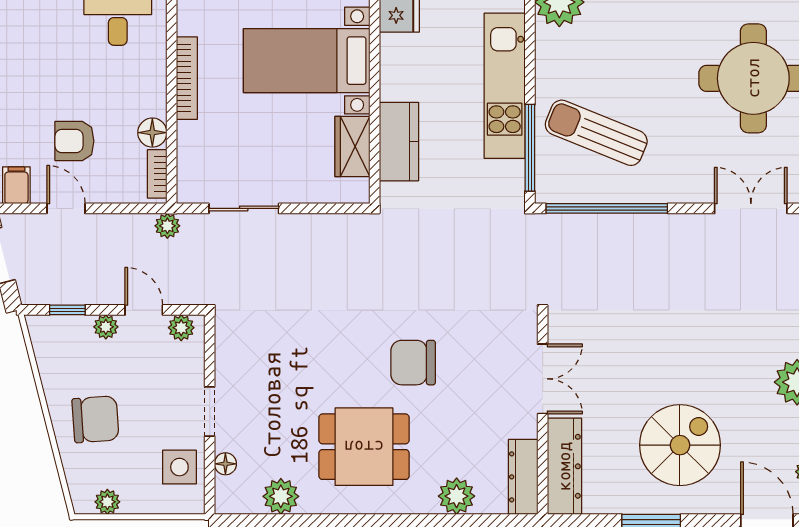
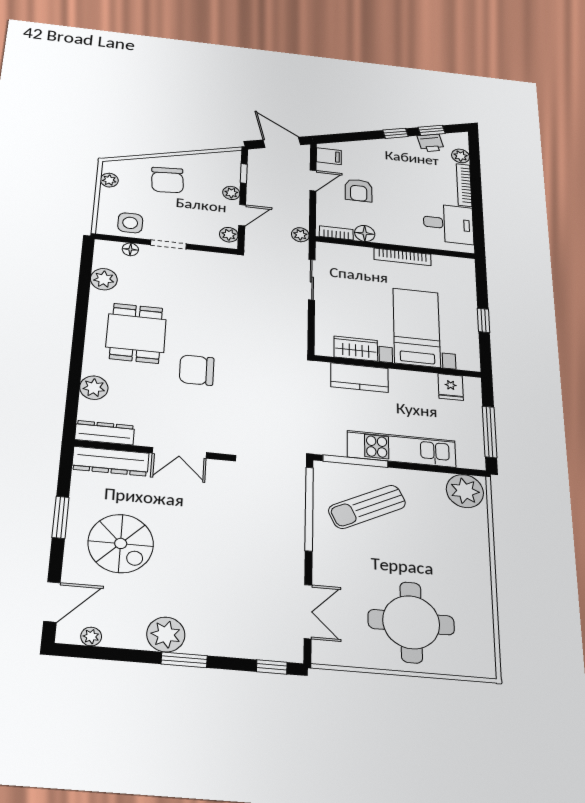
sun lounger: (596, 133) -> (367, 507), turned -138
armchair: (74, 141) -> (359, 190), turned 180
chair: (413, 363) -> (197, 370), turned -90

